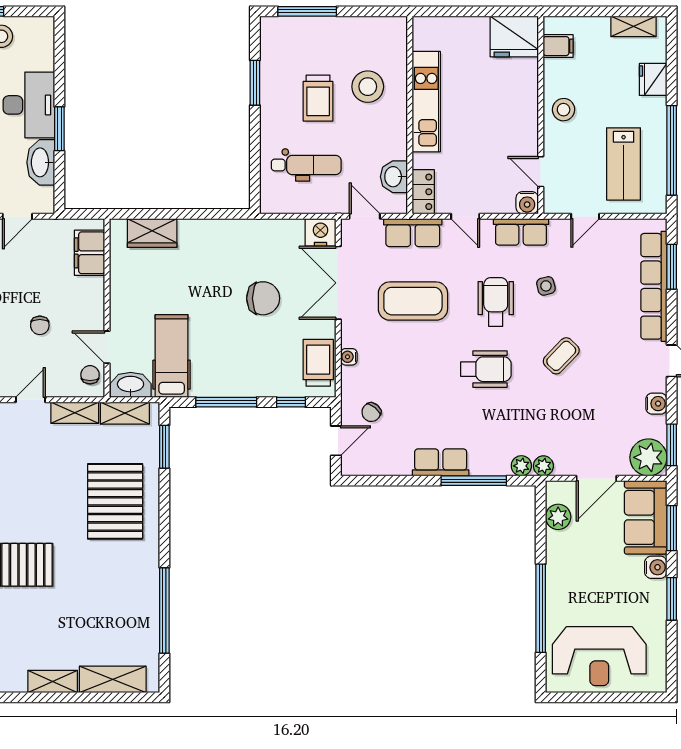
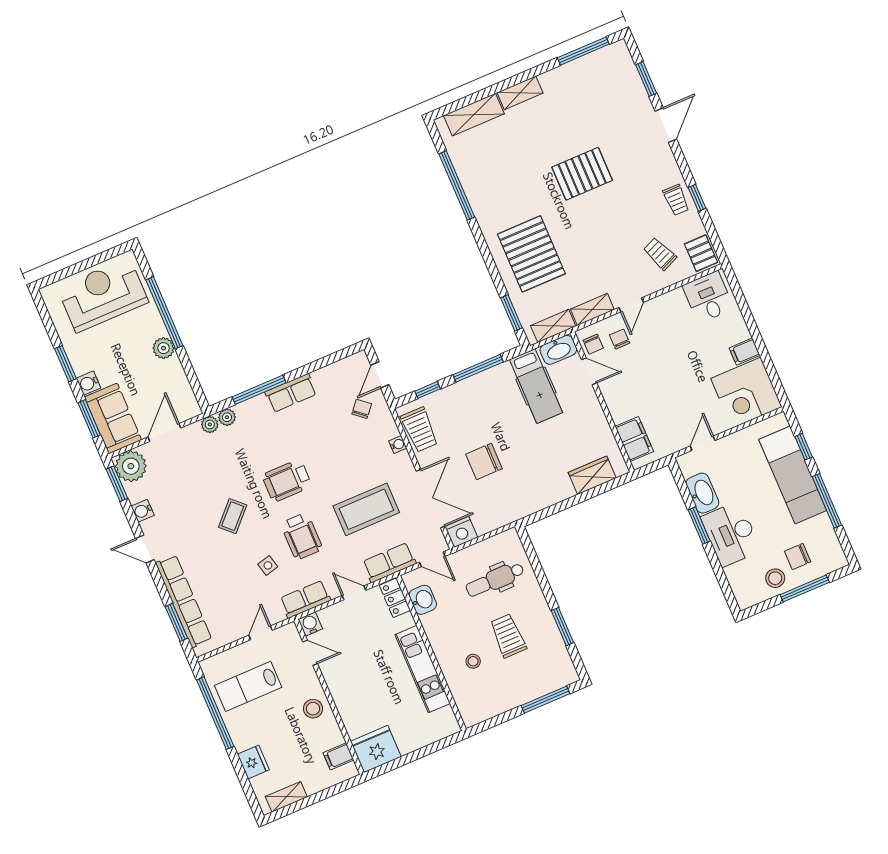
stool: (368, 87) -> (473, 661), width x0.53, depth x0.53
lab bench: (624, 164) -> (248, 686), turned -90
chair: (40, 325) -> (620, 339), moved
plant: (558, 517) -> (163, 348), moved

